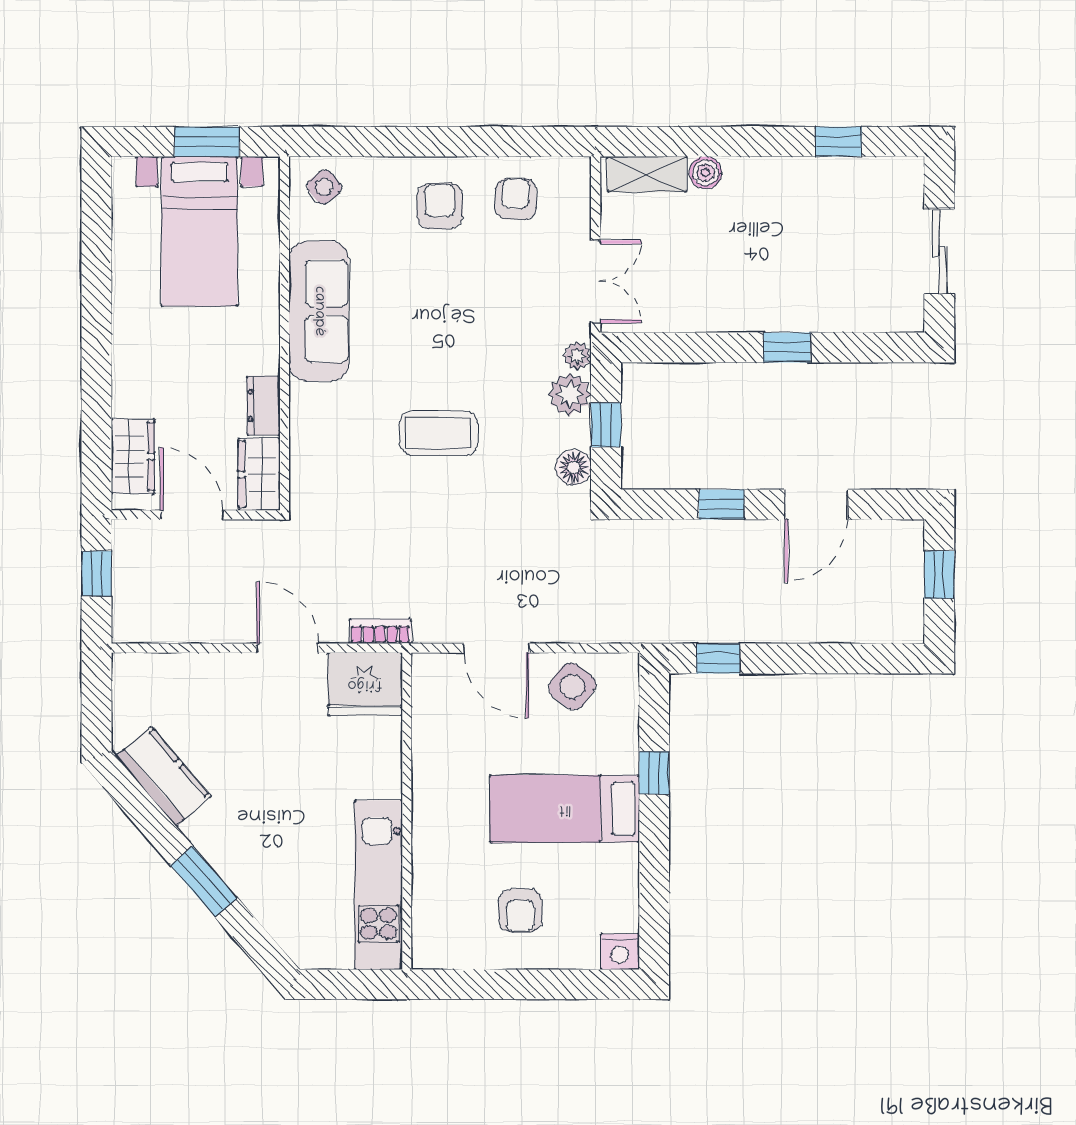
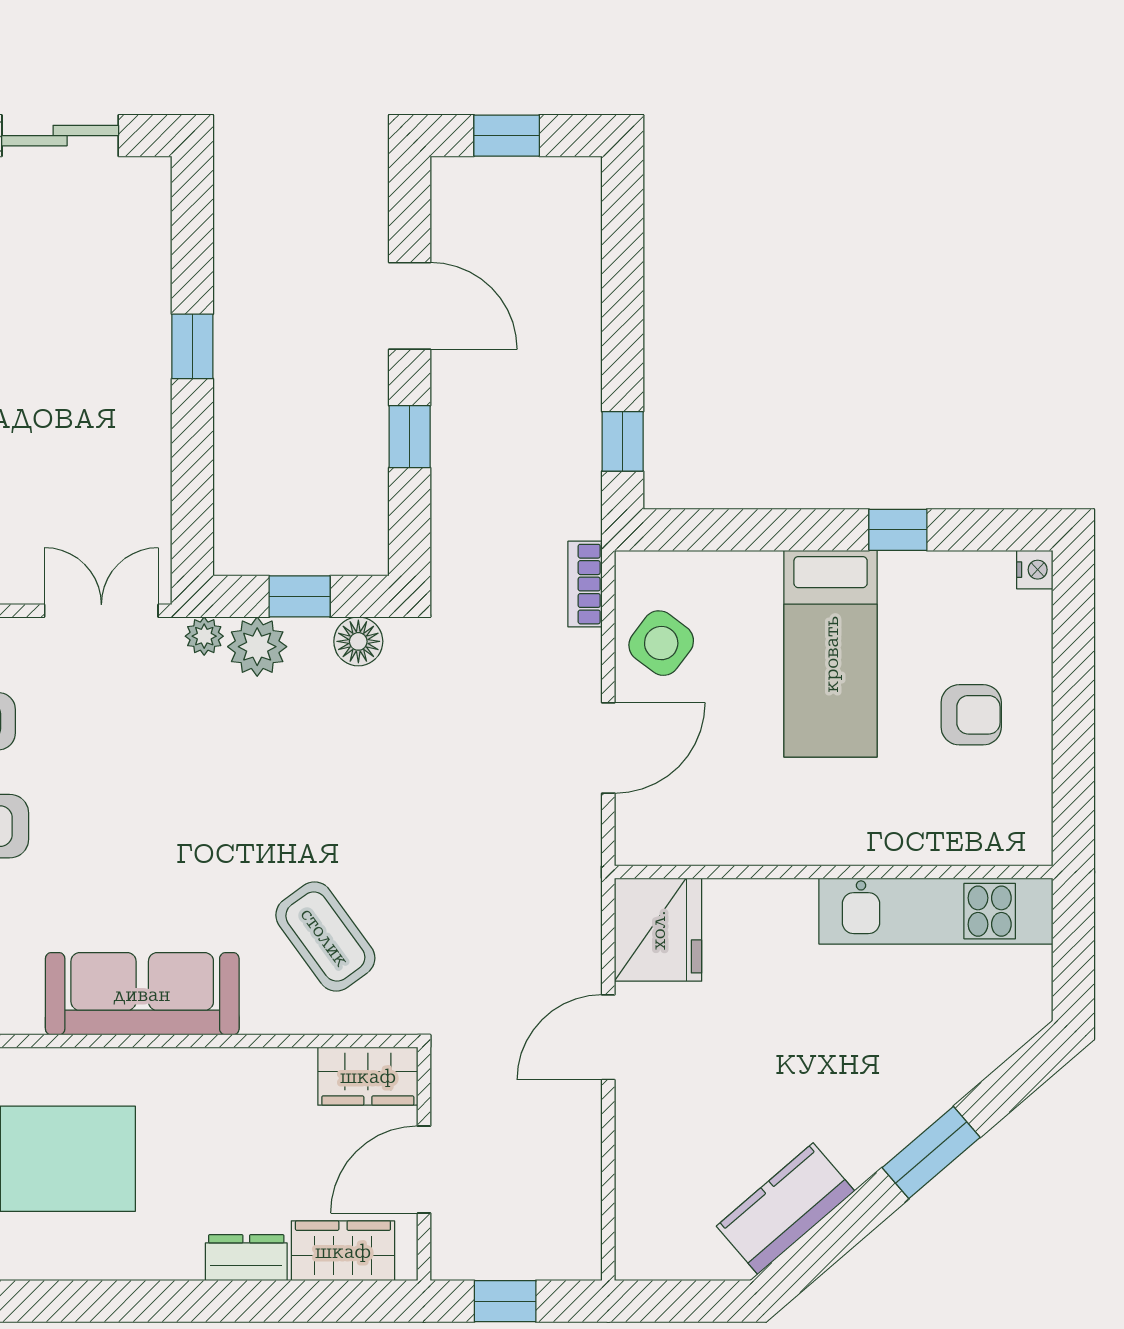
dresser: (263, 405) -> (246, 1258), moved, turned 180
coffee table: (439, 433) -> (325, 937), moved, turned -36
bookcase: (380, 631) -> (585, 584), moved
window: (654, 773) -> (898, 530), moved
nightstand: (620, 952) -> (1035, 570), width x0.72, depth x0.74

